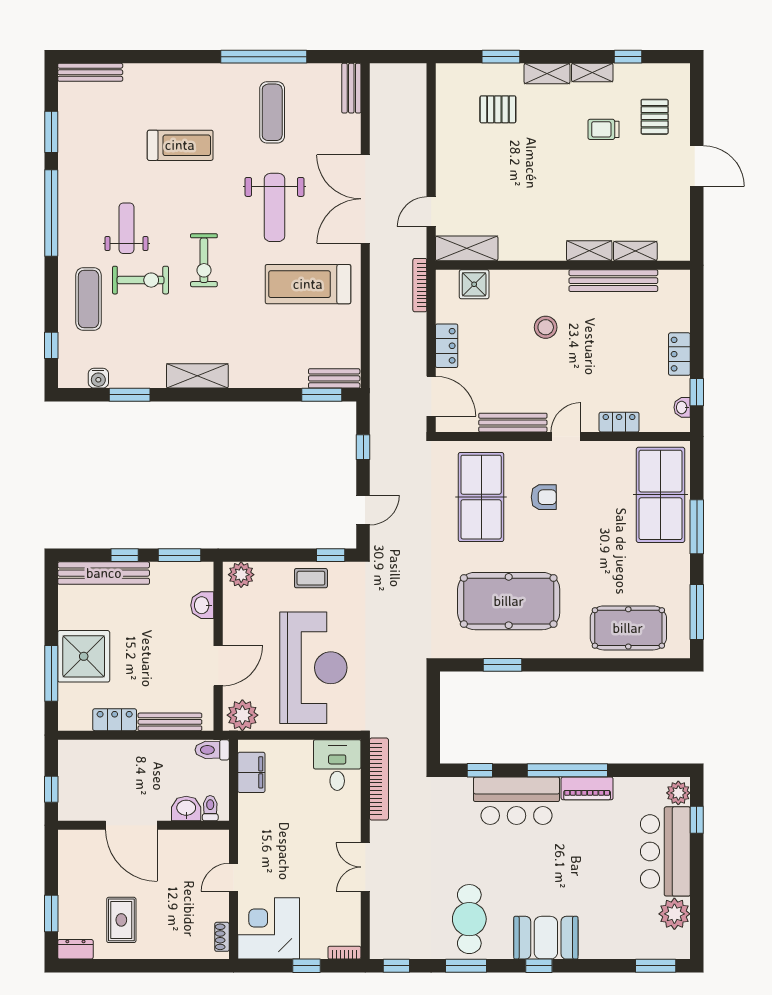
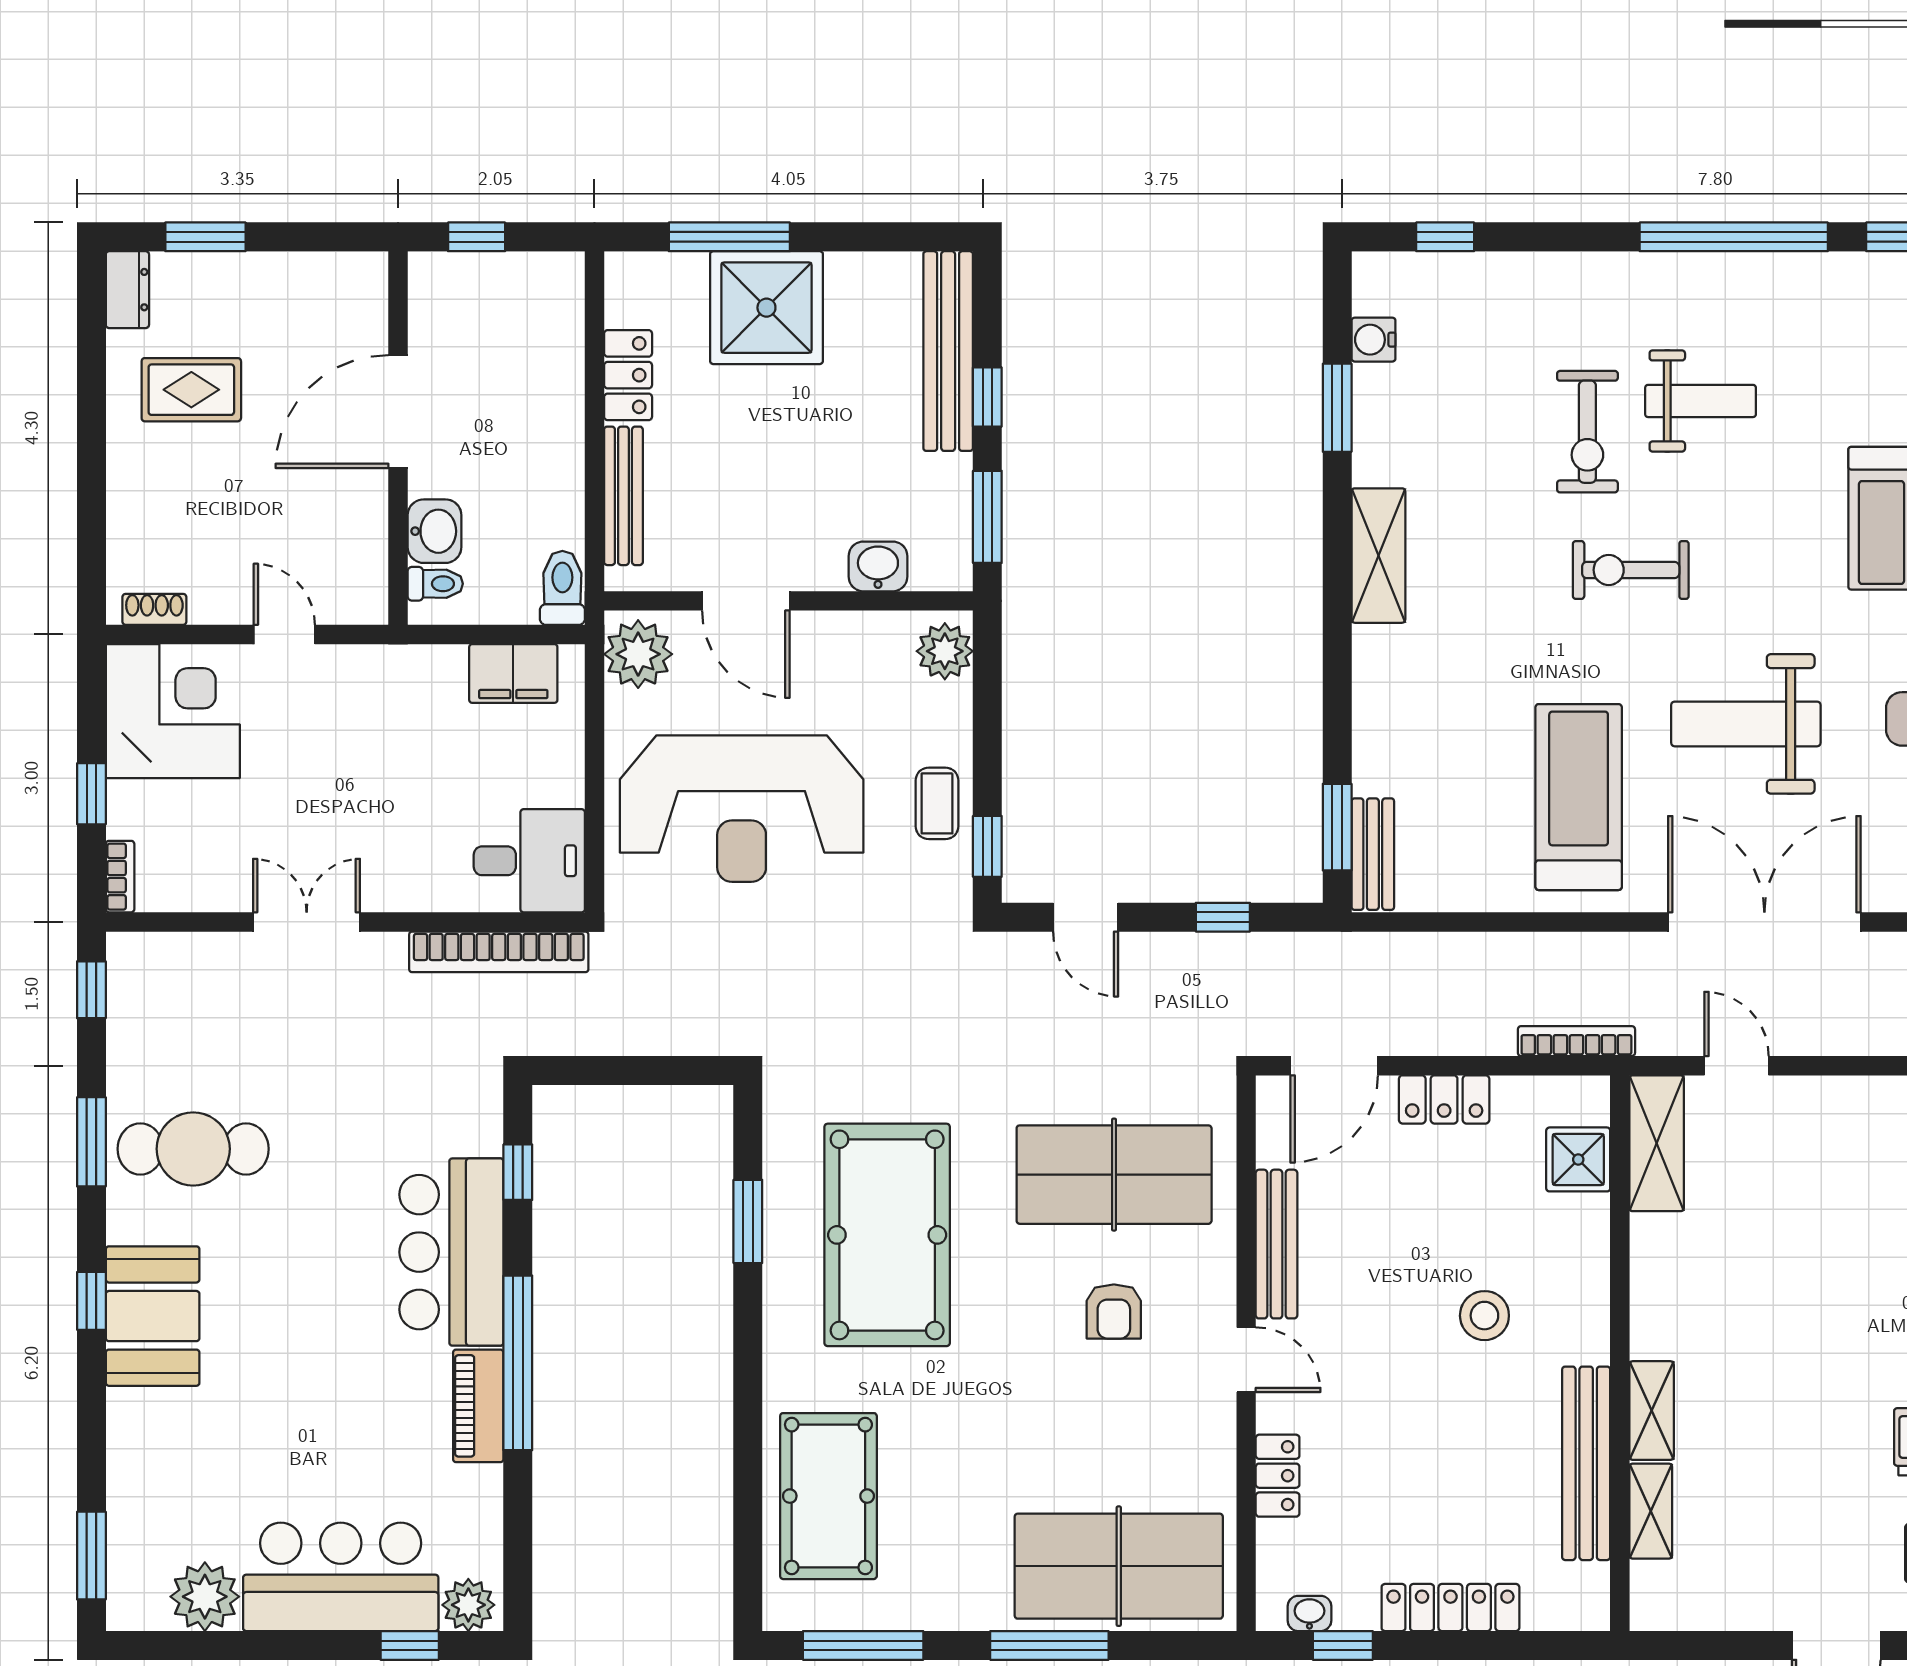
exercise mat: (88, 299) -> (1546, 318), removed
locker: (679, 354) -> (1450, 1607), width x1.53

